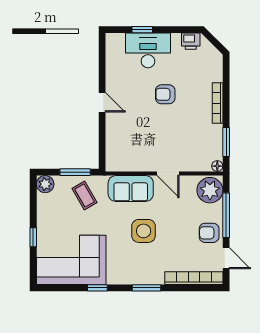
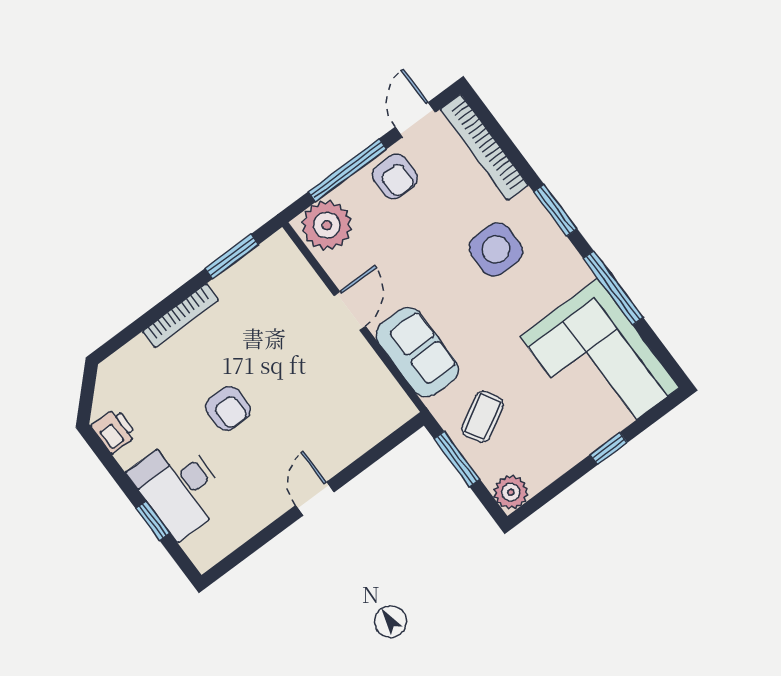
floor lamp: (217, 166) -> (280, 242), removed
side table: (144, 231) -> (496, 249), moved
window: (97, 288) -> (613, 288), width x2.17

